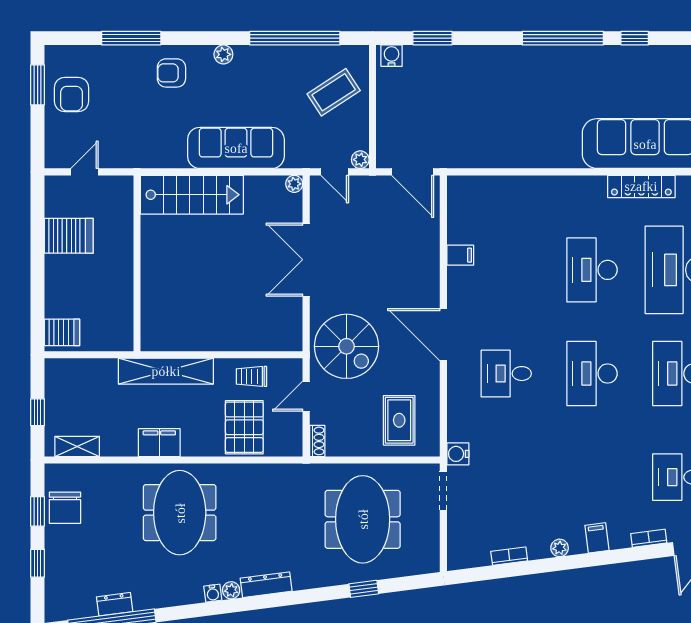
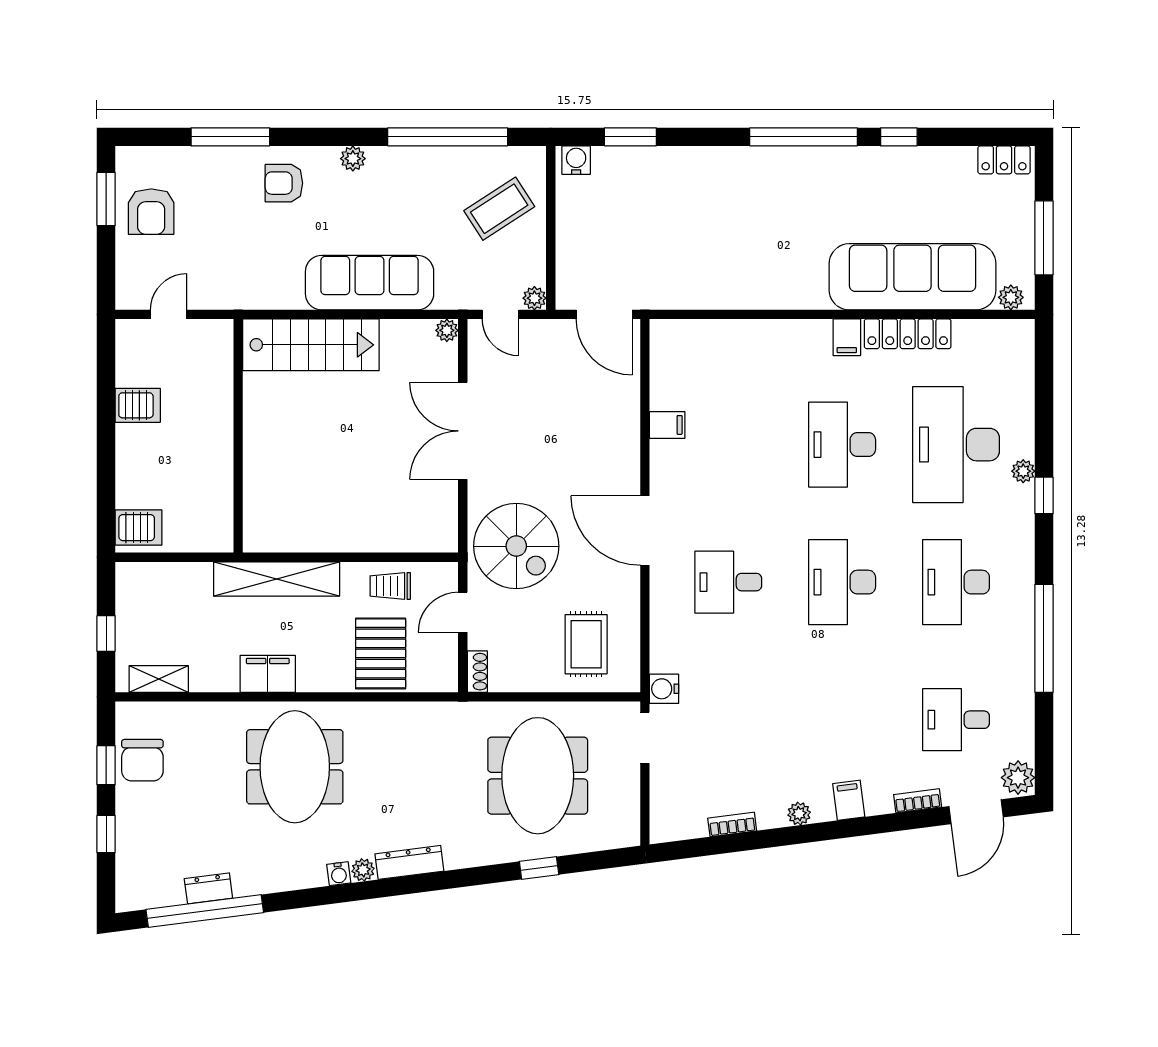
filing cabinet: (595, 189) -> (847, 337), added
server rack: (69, 236) -> (138, 405), width x0.73, depth x0.70

